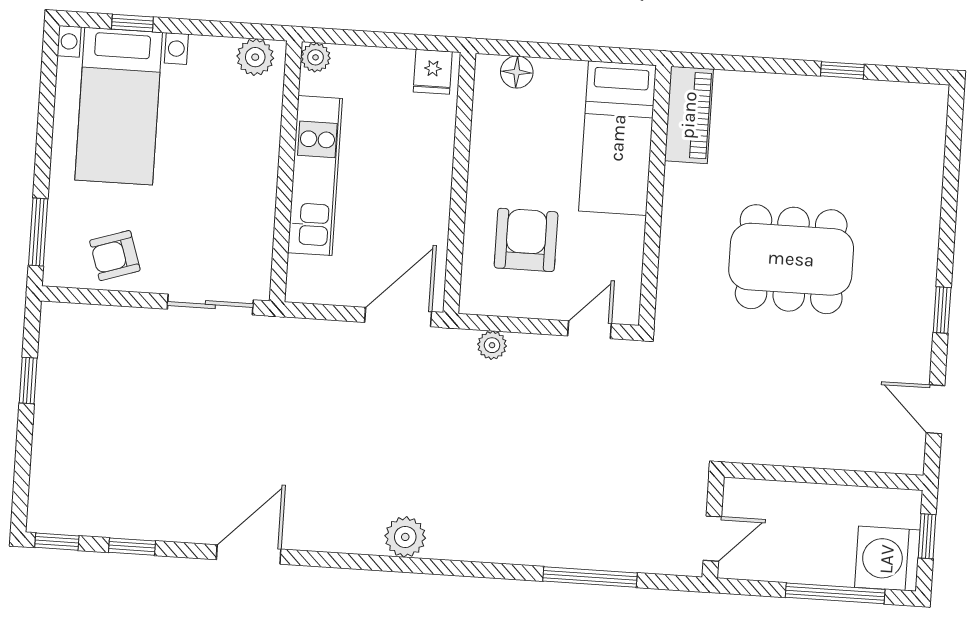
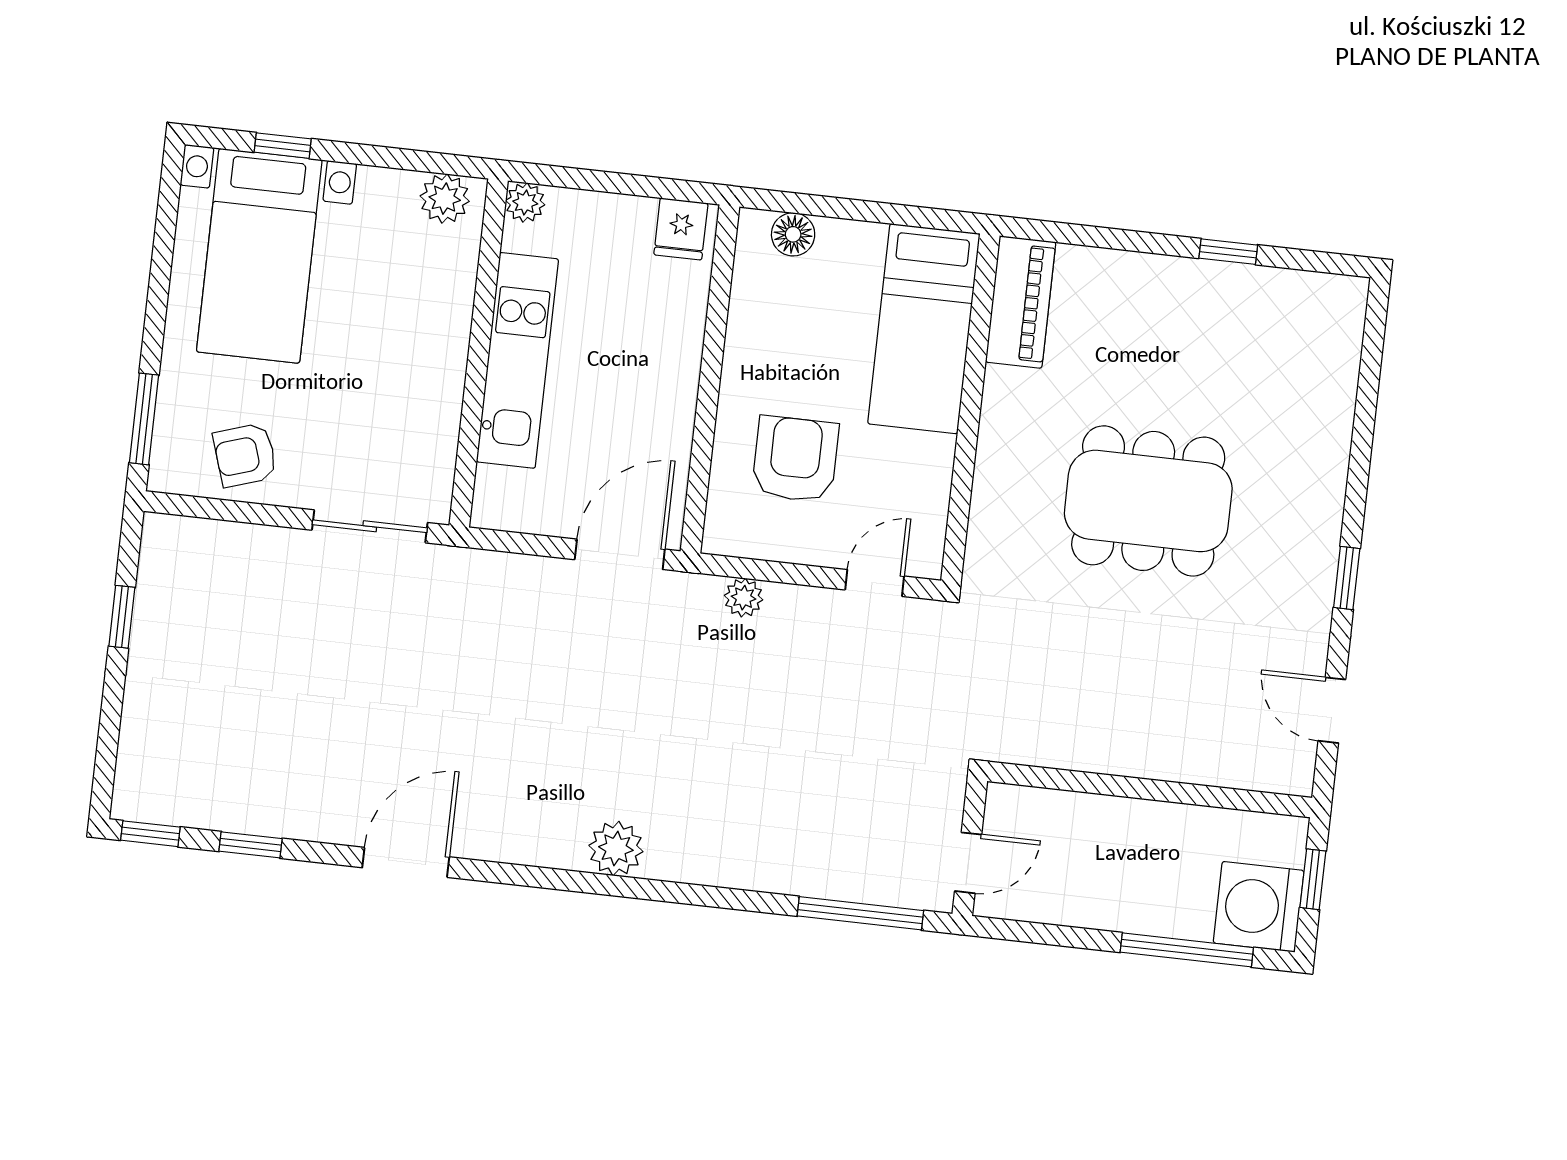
wall: (713, 527) -> (970, 847), moved
door: (712, 539) -> (968, 863), moved

